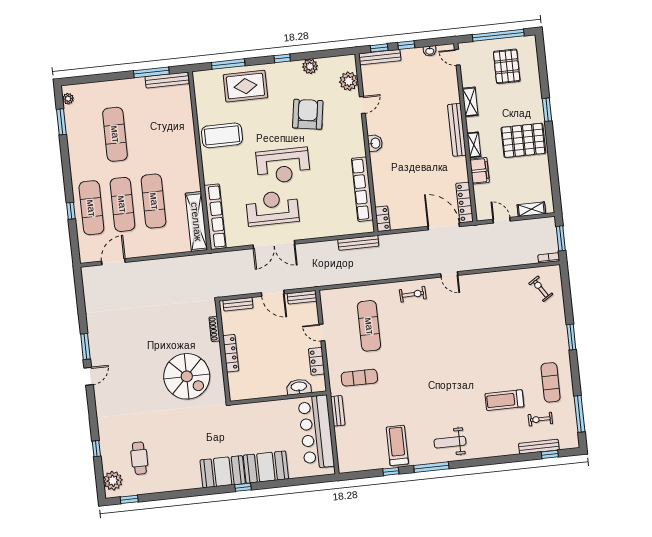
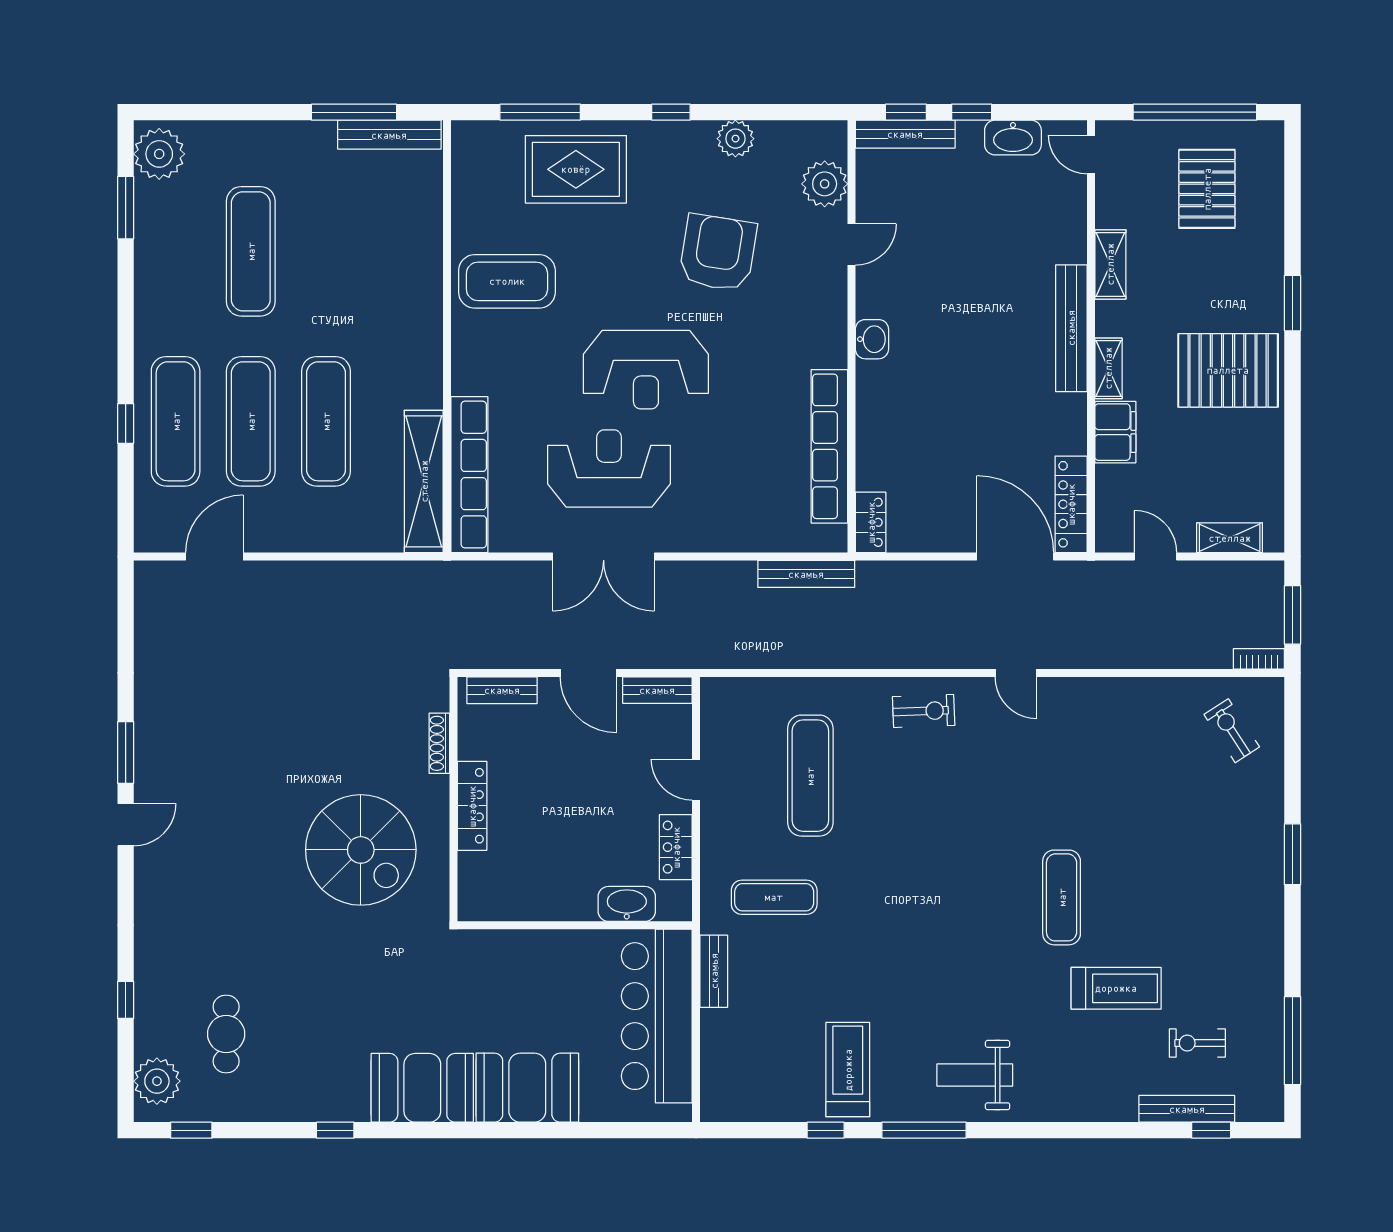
washbasin: (430, 51) -> (1013, 138), width x1.91, depth x1.45
plant: (68, 99) -> (159, 154), width x1.88, depth x1.88
exercise mat: (551, 382) -> (1062, 897), moved
treadmill: (504, 400) -> (1116, 988), turned 180
window: (243, 487) -> (335, 1130), moved

